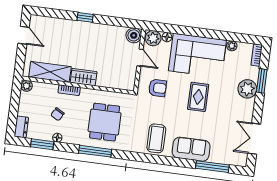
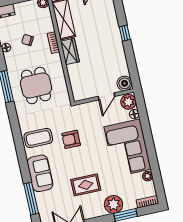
armchair: (157, 88) -> (71, 139), moved, turned 90
rug: (198, 97) -> (86, 185), moved
dining table: (105, 122) -> (36, 85), turned 90

